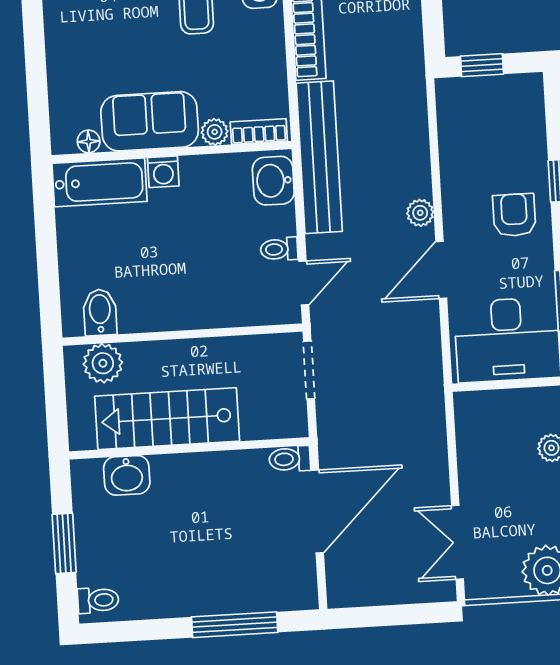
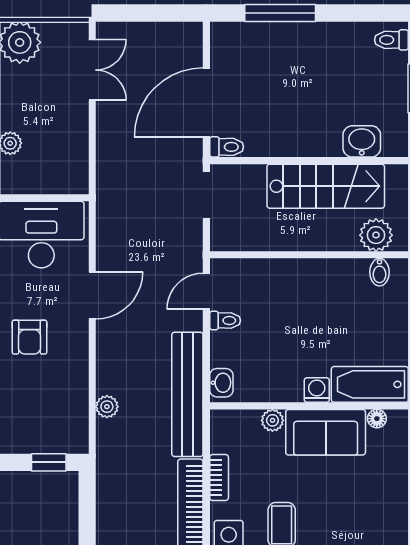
bookcase: (259, 131) -> (219, 477), moved, turned -90
washbasin: (273, 181) -> (221, 383), width x0.72, depth x0.69
plant: (420, 213) -> (107, 407), moved
bidet: (100, 312) -> (380, 272), width x0.72, depth x0.74
doorway: (309, 370) -> (206, 195), moved

